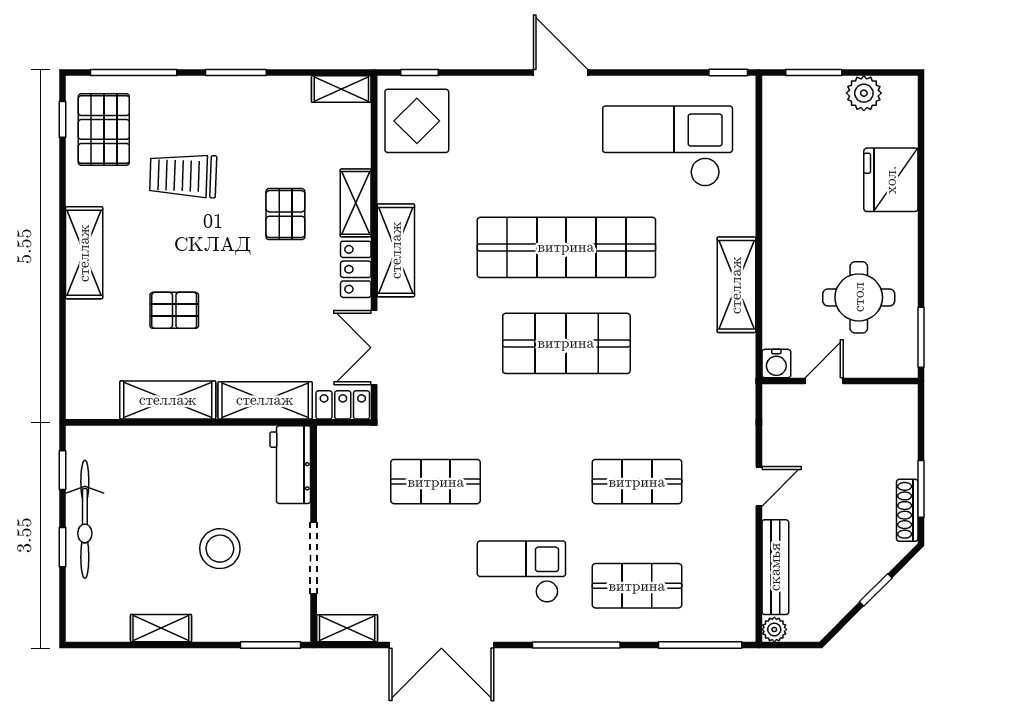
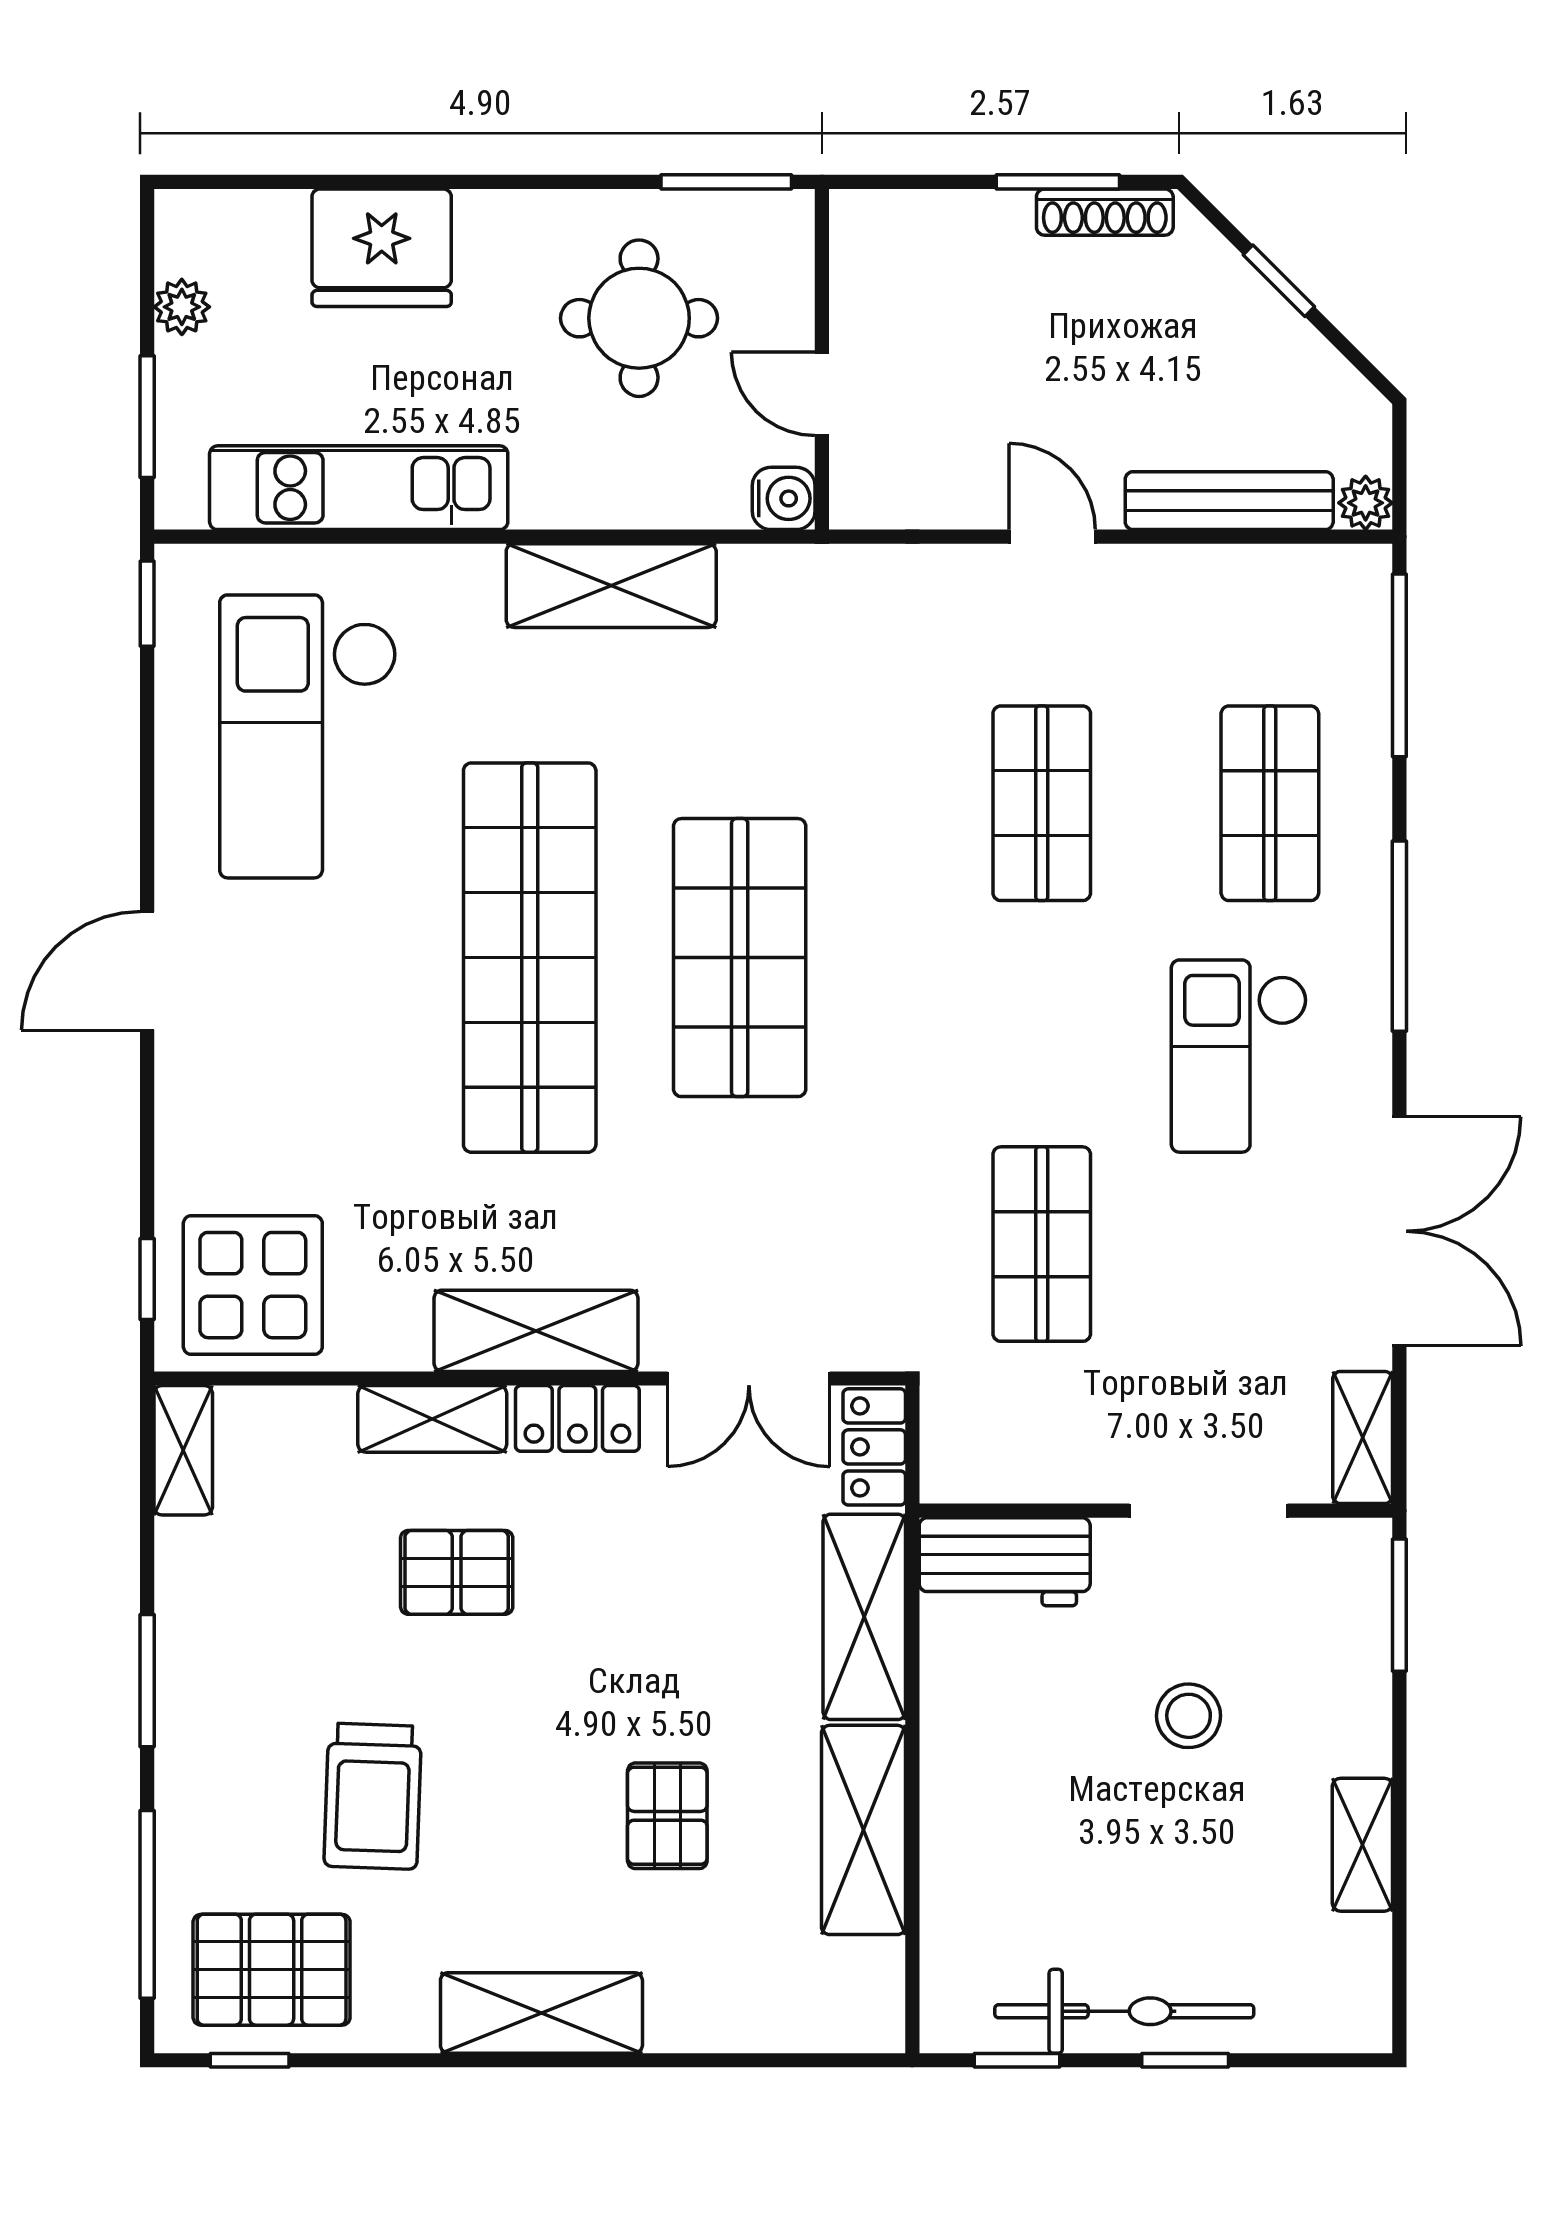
plant: (864, 93) -> (182, 307), width x0.73, depth x0.73
kitchen unit: (781, 169) -> (359, 488), added
stool: (220, 549) -> (1189, 1716), width x0.73, depth x0.73

